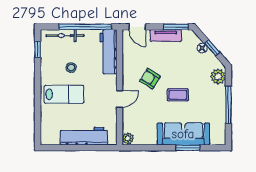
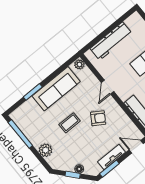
plant: (218, 76) -> (46, 150), moved
window: (228, 105) -> (20, 134), moved
sofa: (183, 134) -> (56, 89), moved

